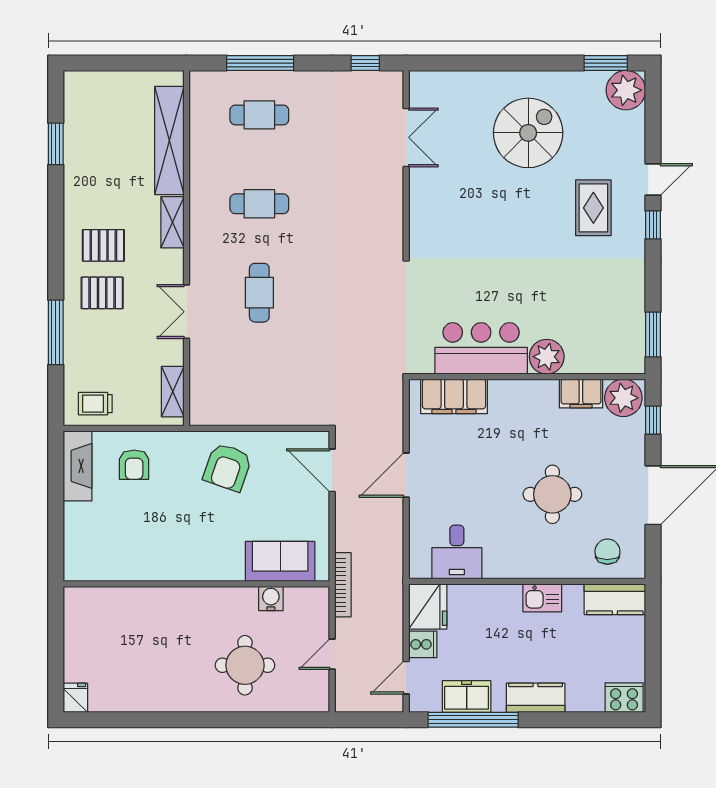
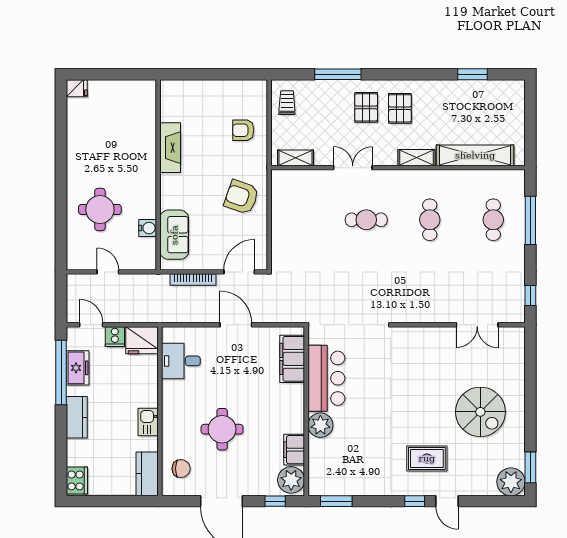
fireplace: (78, 466) -> (170, 148), moved, turned -90
bookcase: (343, 585) -> (193, 279), moved

